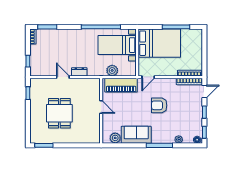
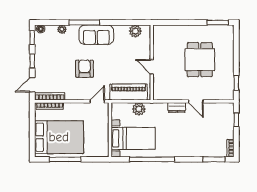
bed: (159, 43) -> (59, 137), moved, turned 180
armchair: (159, 105) -> (85, 69), turned -90
sofa: (136, 135) -> (96, 35), moved

